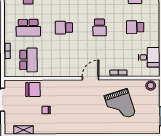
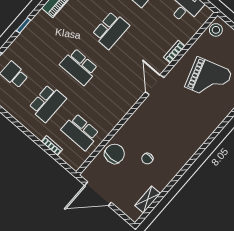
school desk: (99, 27) -> (111, 30), width x1.85
school desk: (64, 28) -> (79, 67), width x1.85
school desk: (28, 60) -> (80, 132), turned 180

